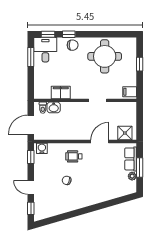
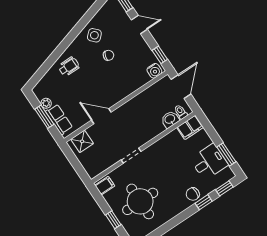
desk: (45, 50) -> (209, 162), moved, turned -90
round table: (105, 56) -> (140, 201), moved
filing cabinet: (61, 92) -> (190, 127), moved
door: (100, 142) -> (101, 116), swing flipped
wheelchair: (74, 156) -> (69, 67), moved
side table: (67, 201) -> (94, 35), added

